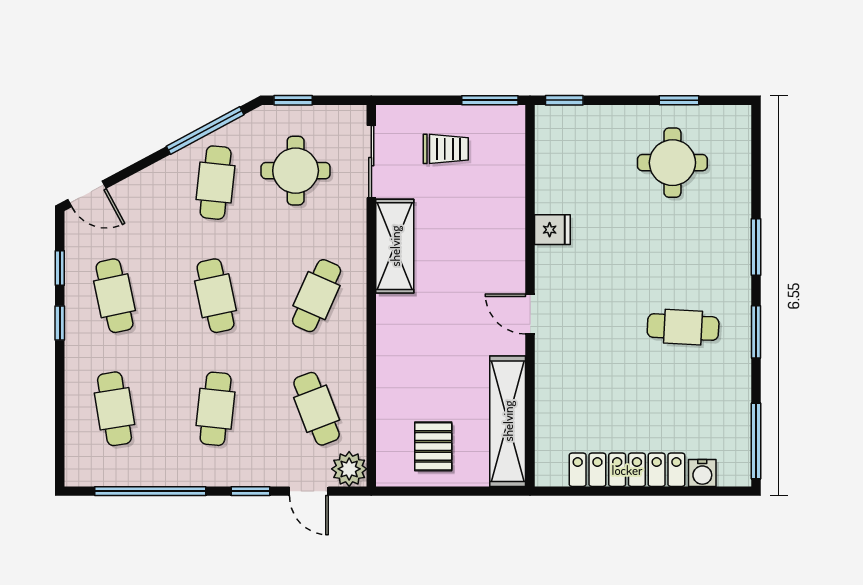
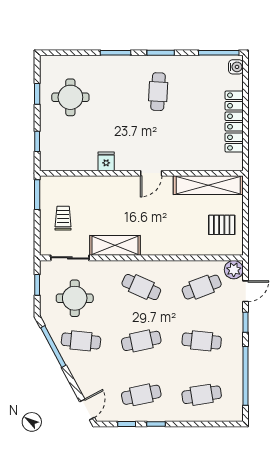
window: (293, 100) -> (37, 285), moved
window: (564, 100) -> (37, 141), moved
water cooler: (702, 473) -> (236, 67), moved

